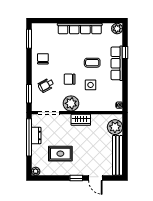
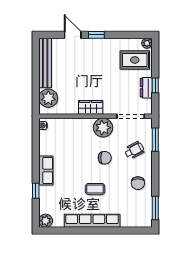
coffee table: (92, 63) -> (95, 189), moved
row of seats: (117, 63) -> (46, 170), width x0.68
side table: (91, 85) -> (79, 151), removed
window: (29, 137) -> (155, 85), width x0.32
rug: (60, 154) -> (135, 60), moved

